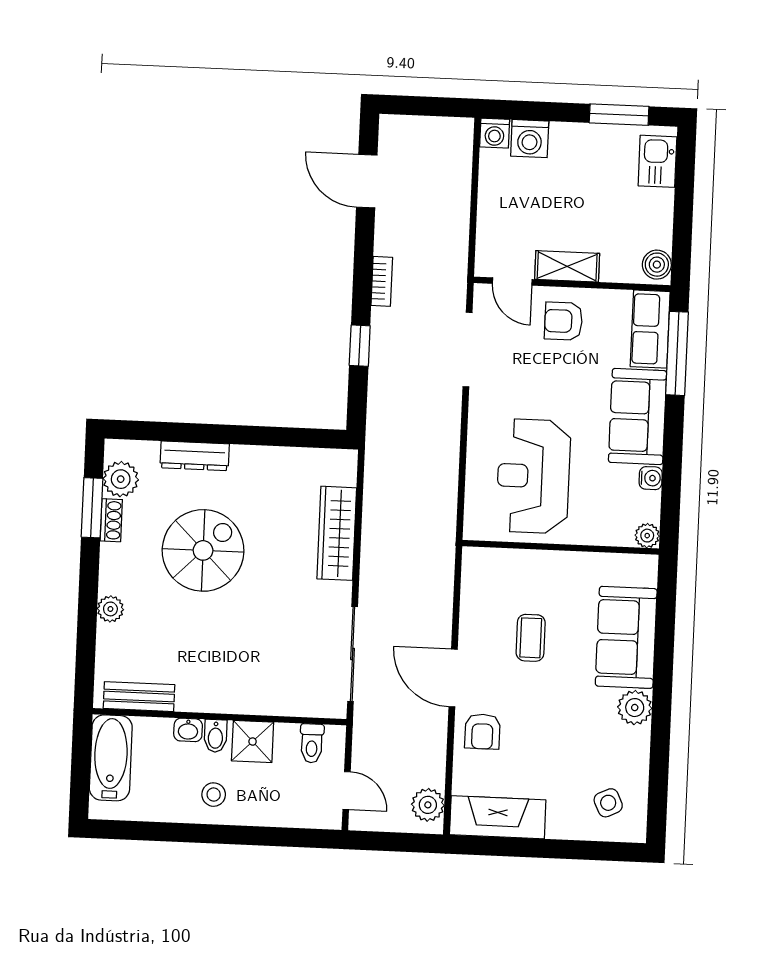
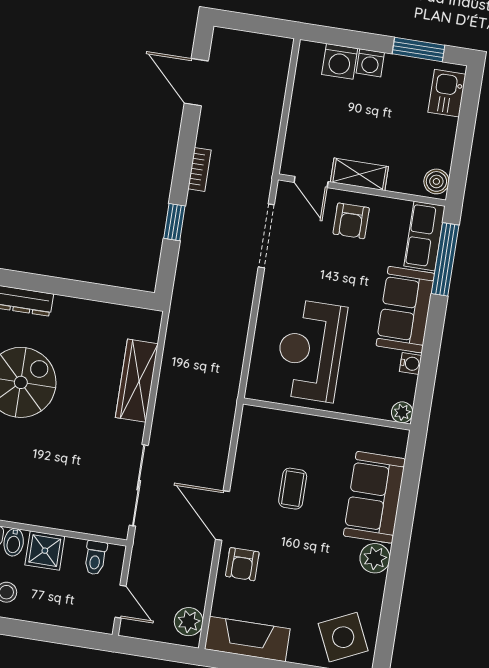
washing machine: (495, 133) -> (370, 63), moved
armchair: (564, 321) -> (351, 221), turned -90
side table: (608, 803) -> (343, 637), width x1.87, depth x1.87

